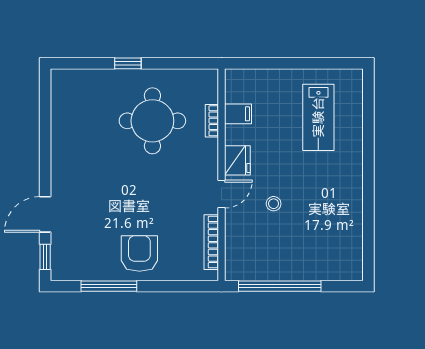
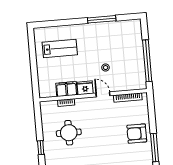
filing cabinet: (238, 114) -> (67, 89), width x2.00
round table: (152, 121) -> (69, 133), width x0.73, depth x0.73
window: (368, 204) -> (102, 19), added

